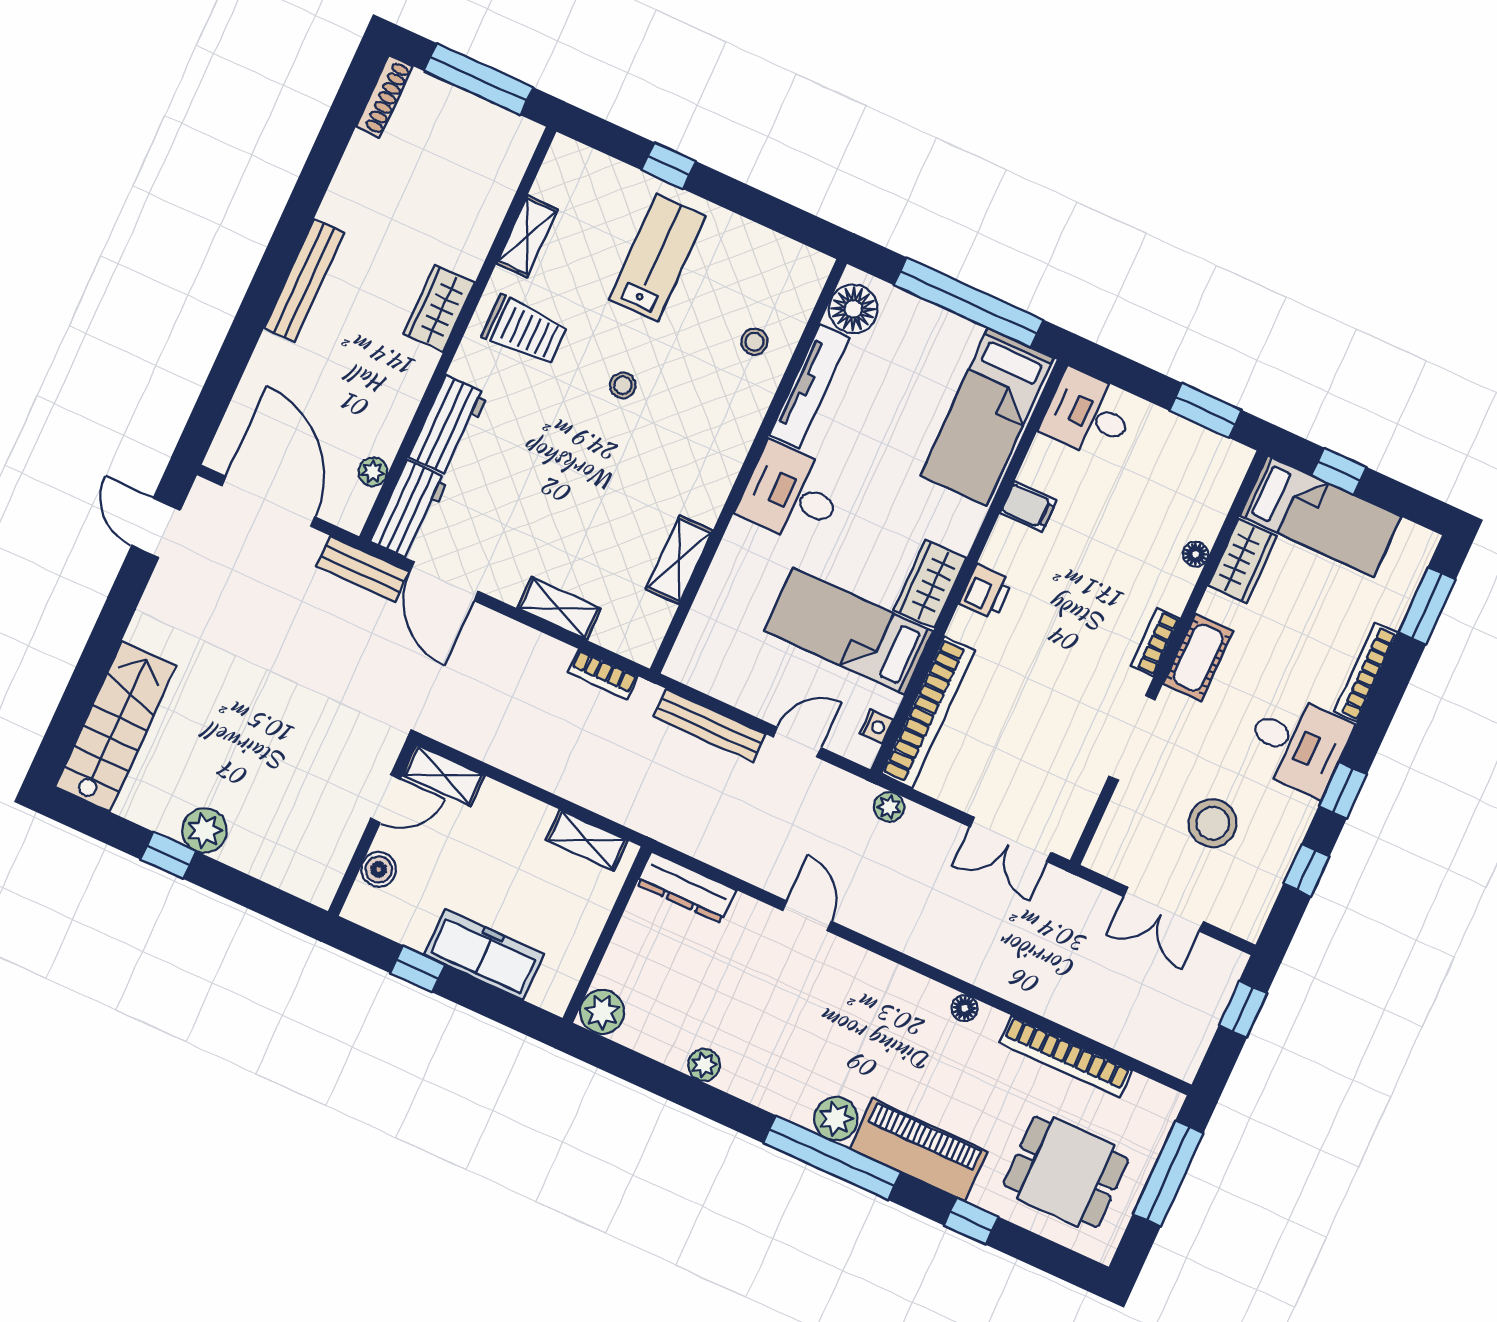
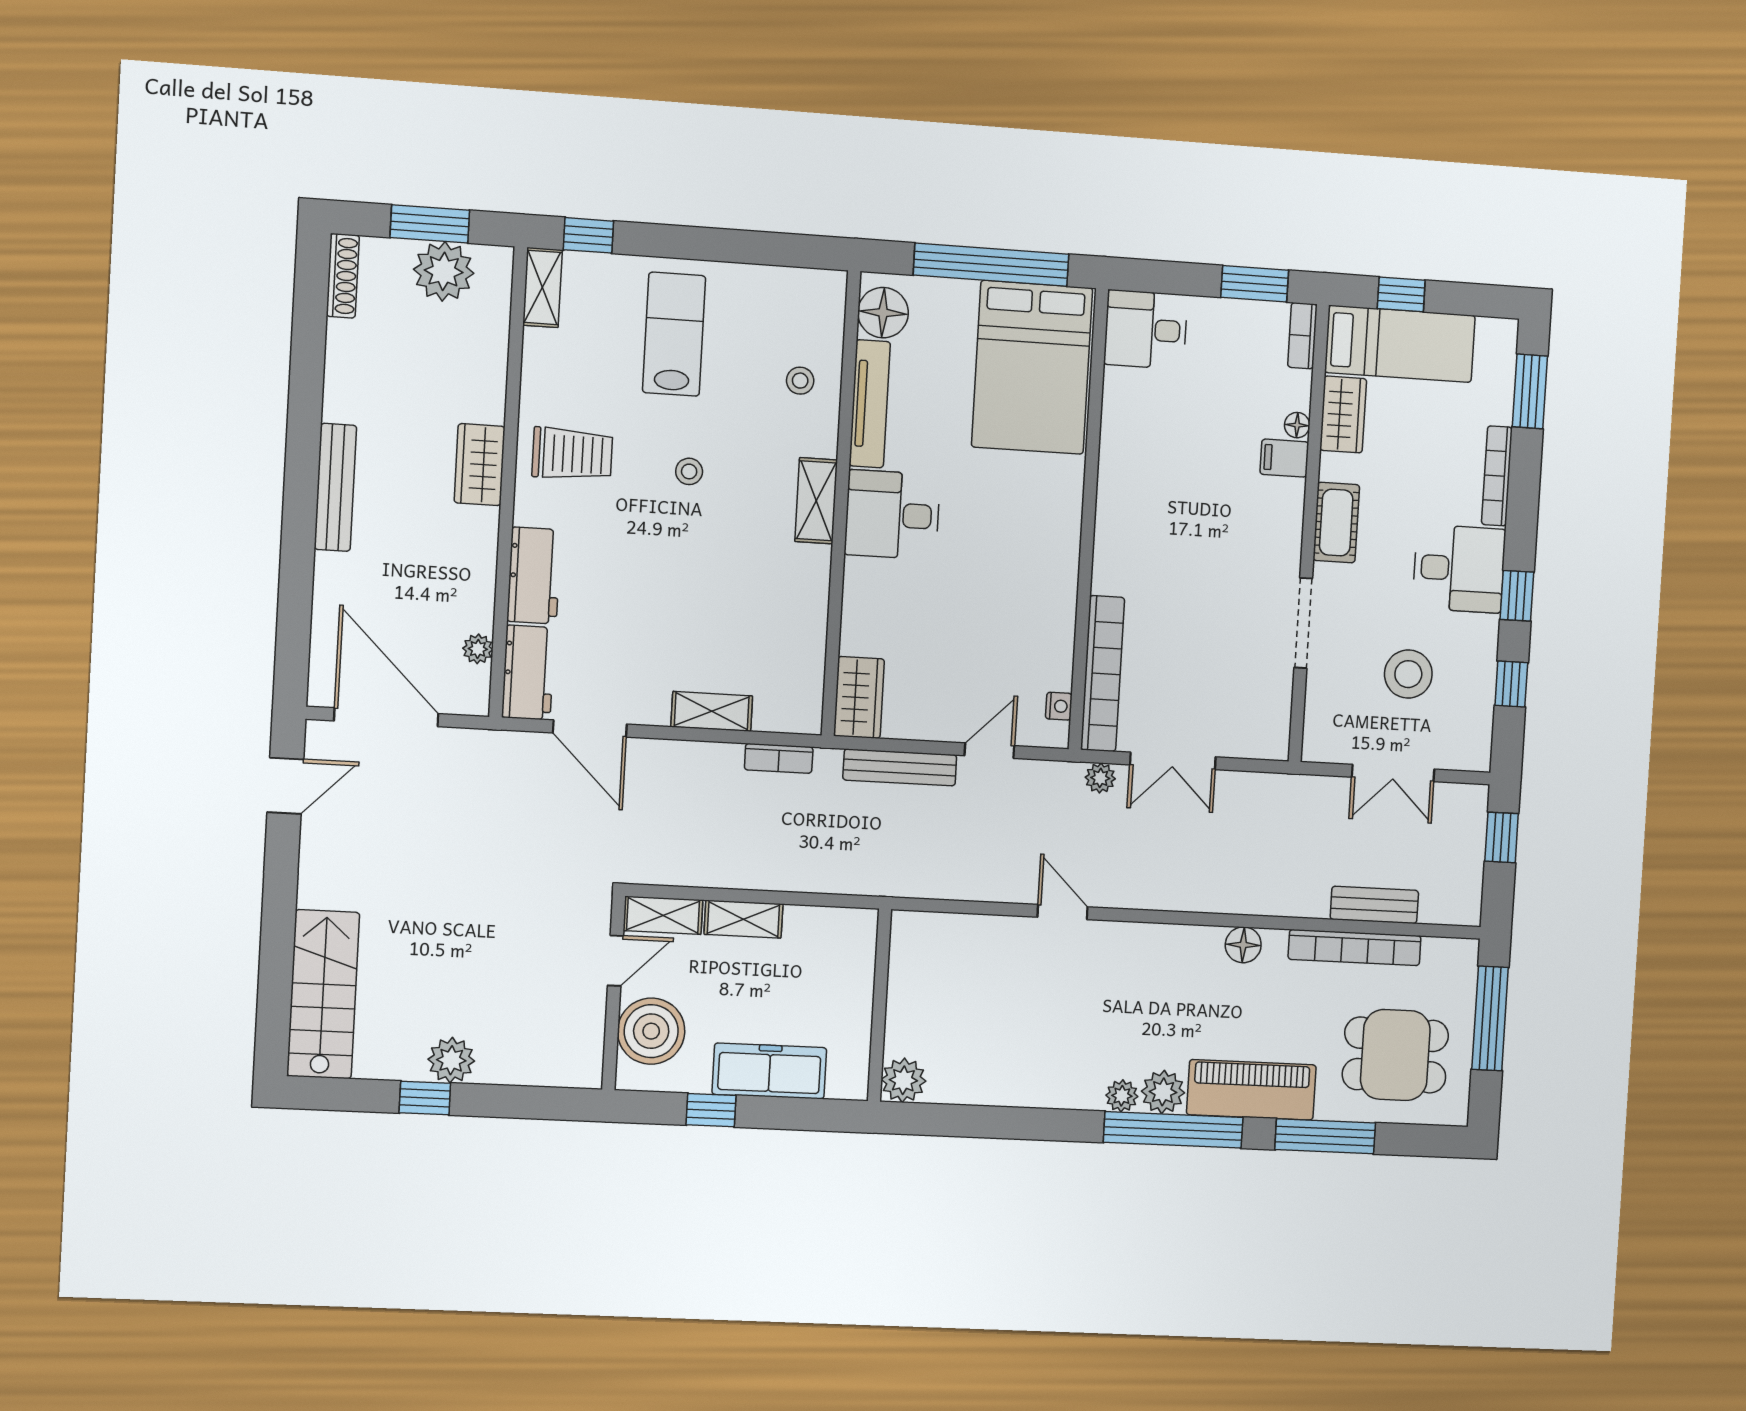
window: (479, 79) -> (430, 224), width x0.69
plant: (474, 125) -> (444, 271), added
window: (669, 166) -> (589, 235), moved
shelving: (527, 236) -> (542, 287), moved
bed: (987, 417) -> (1032, 367), width x1.50
filing cabinet: (1028, 507) -> (1284, 458), moved, turned 180
door: (156, 528) -> (285, 786), swing flipped
shelving: (679, 560) -> (816, 501), moved
bench: (363, 569) -> (1374, 905), moved
wardrobe: (930, 584) -> (859, 697), moved, turned 180
printer: (986, 592) -> (1114, 537), removed
bed: (849, 631) -> (998, 625), removed
bookcase: (1155, 642) -> (1302, 336), moved
shelving: (587, 840) -> (743, 919), moved
double door: (1011, 840) -> (1173, 761), moved
boiler: (379, 869) -> (651, 1031), width x1.86, depth x1.86
dresser: (686, 887) -> (938, 930), removed
floor lamp: (965, 1008) -> (1243, 945), width x1.37, depth x1.37
plant: (704, 1065) -> (1122, 1096), moved
window: (971, 1221) -> (1325, 1136), width x2.17

